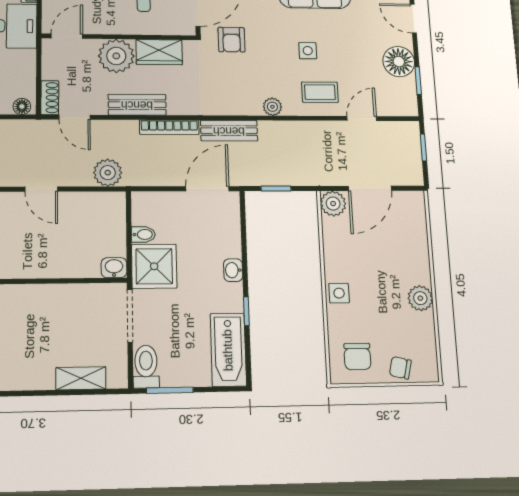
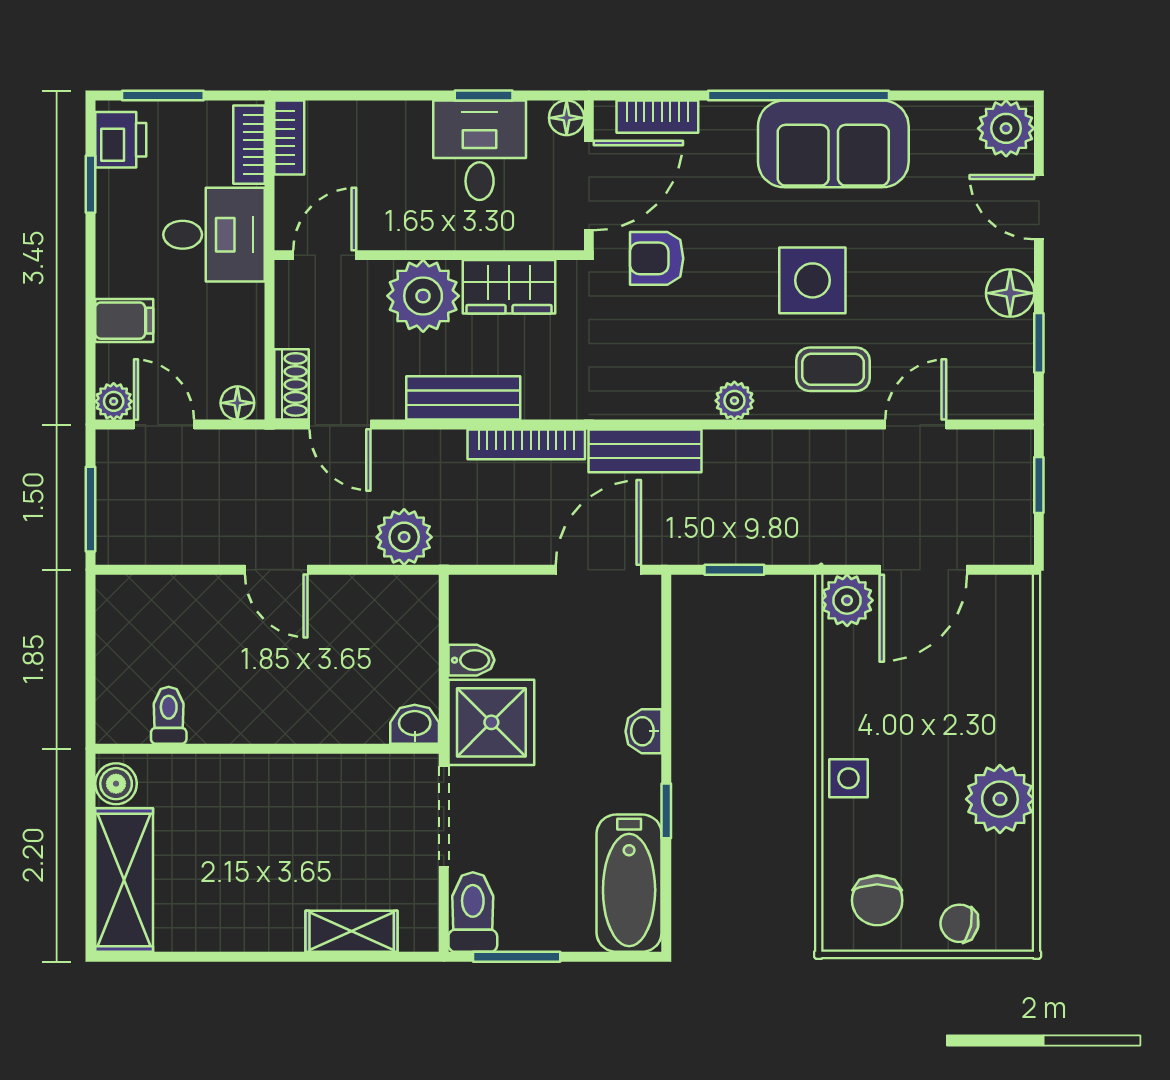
armchair: (232, 40) -> (657, 258), turned 90
side table: (308, 51) -> (812, 280), width x1.87, depth x1.87
floor lamp: (399, 62) -> (1010, 293), width x0.73, depth x0.73
plant: (420, 298) -> (1000, 799), width x1.36, depth x1.36

